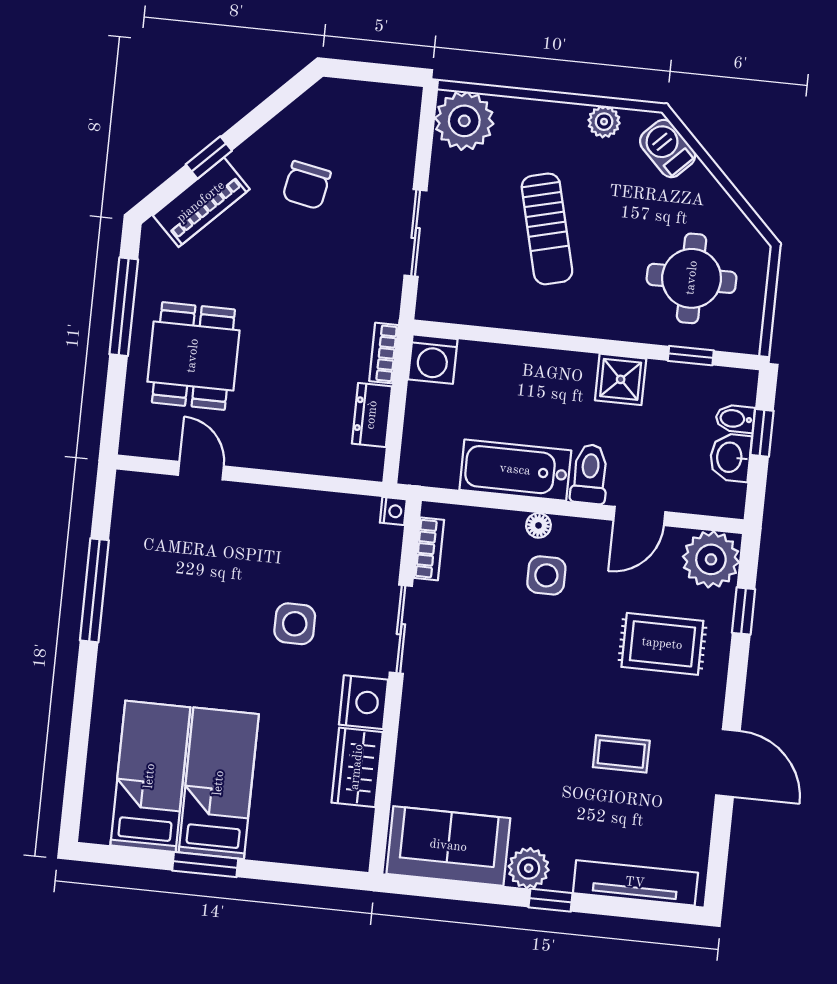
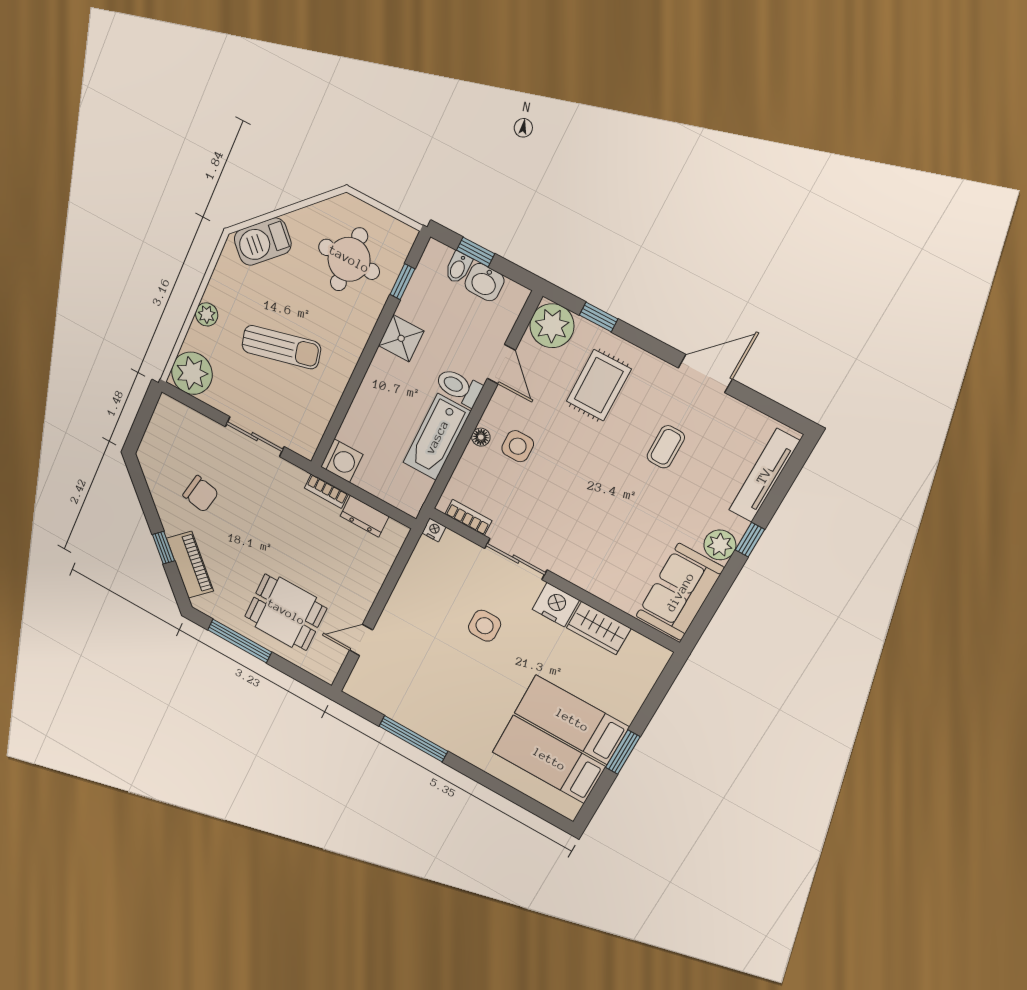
plant: (604, 122) -> (207, 314), moved
barbecue: (668, 148) -> (263, 242), width x1.38, depth x1.27

